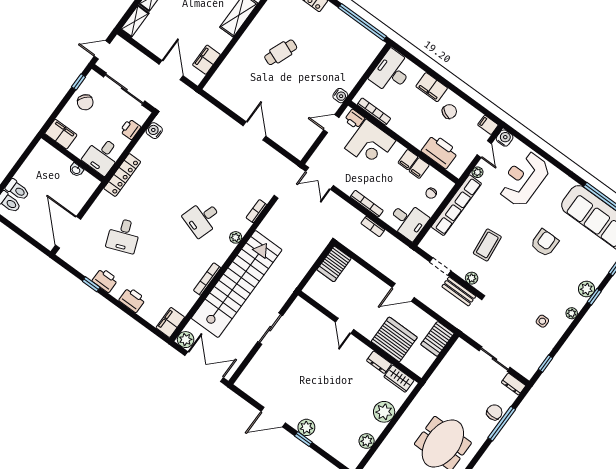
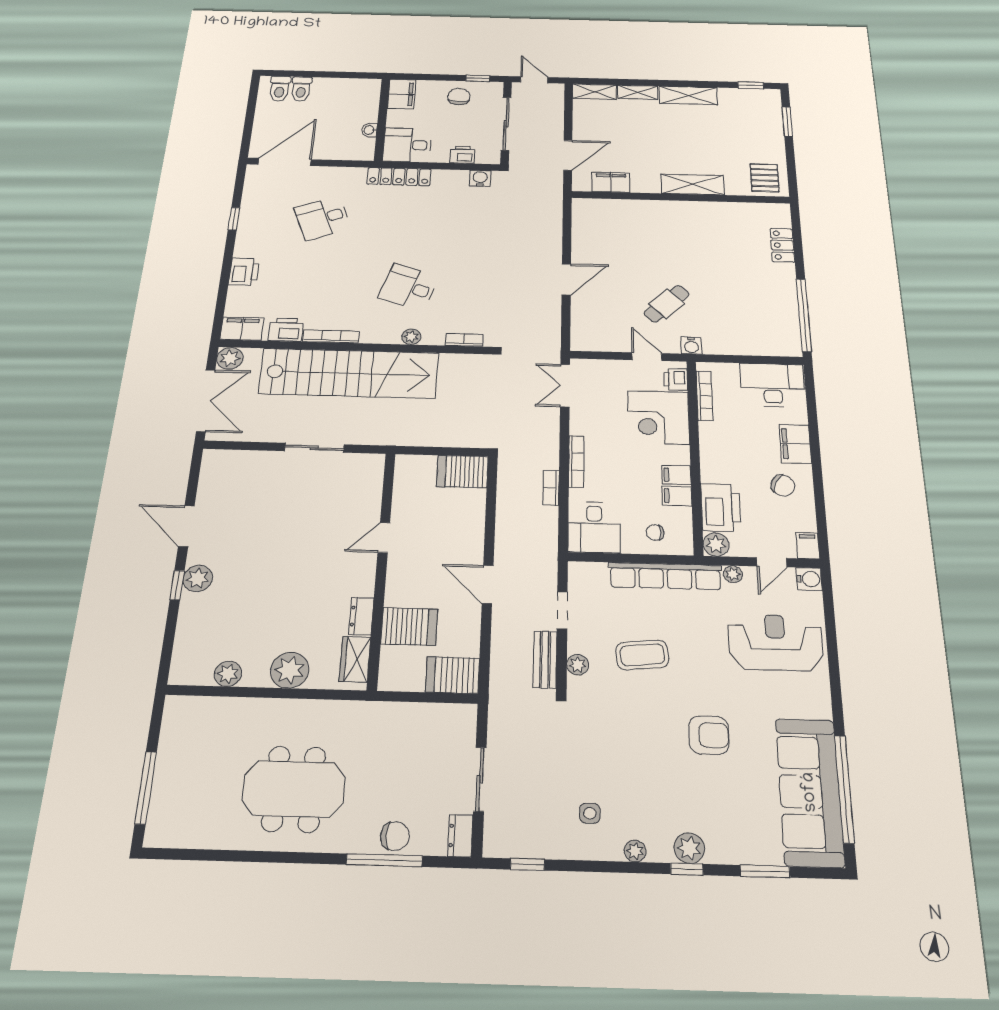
cafe table: (281, 52) -> (667, 304), moved, turned -67
chair: (85, 102) -> (459, 97), turned 139
plant: (457, 169) -> (716, 544), added
printer: (105, 280) -> (286, 330), moved, turned -90
server rack: (394, 339) -> (409, 627), width x0.62

